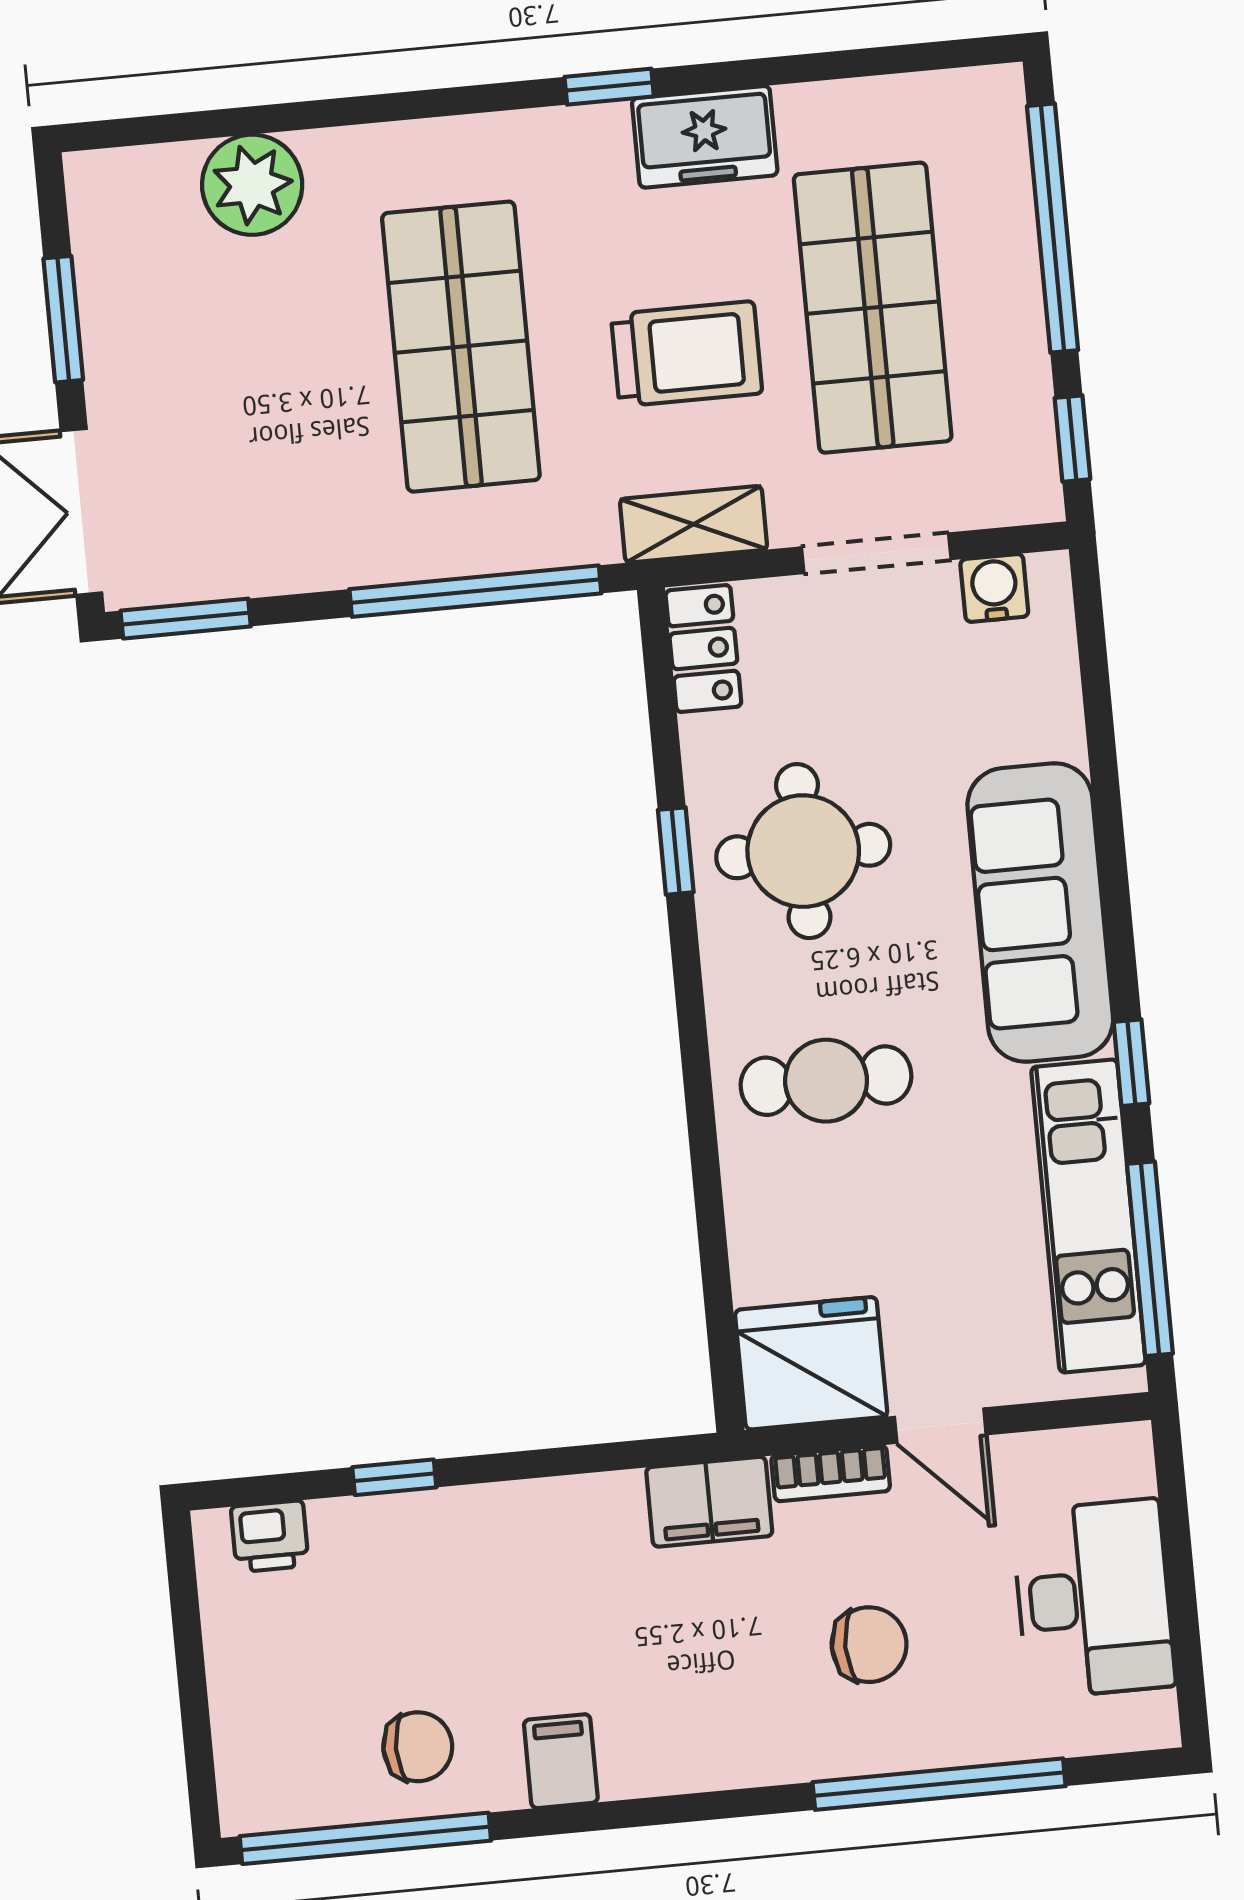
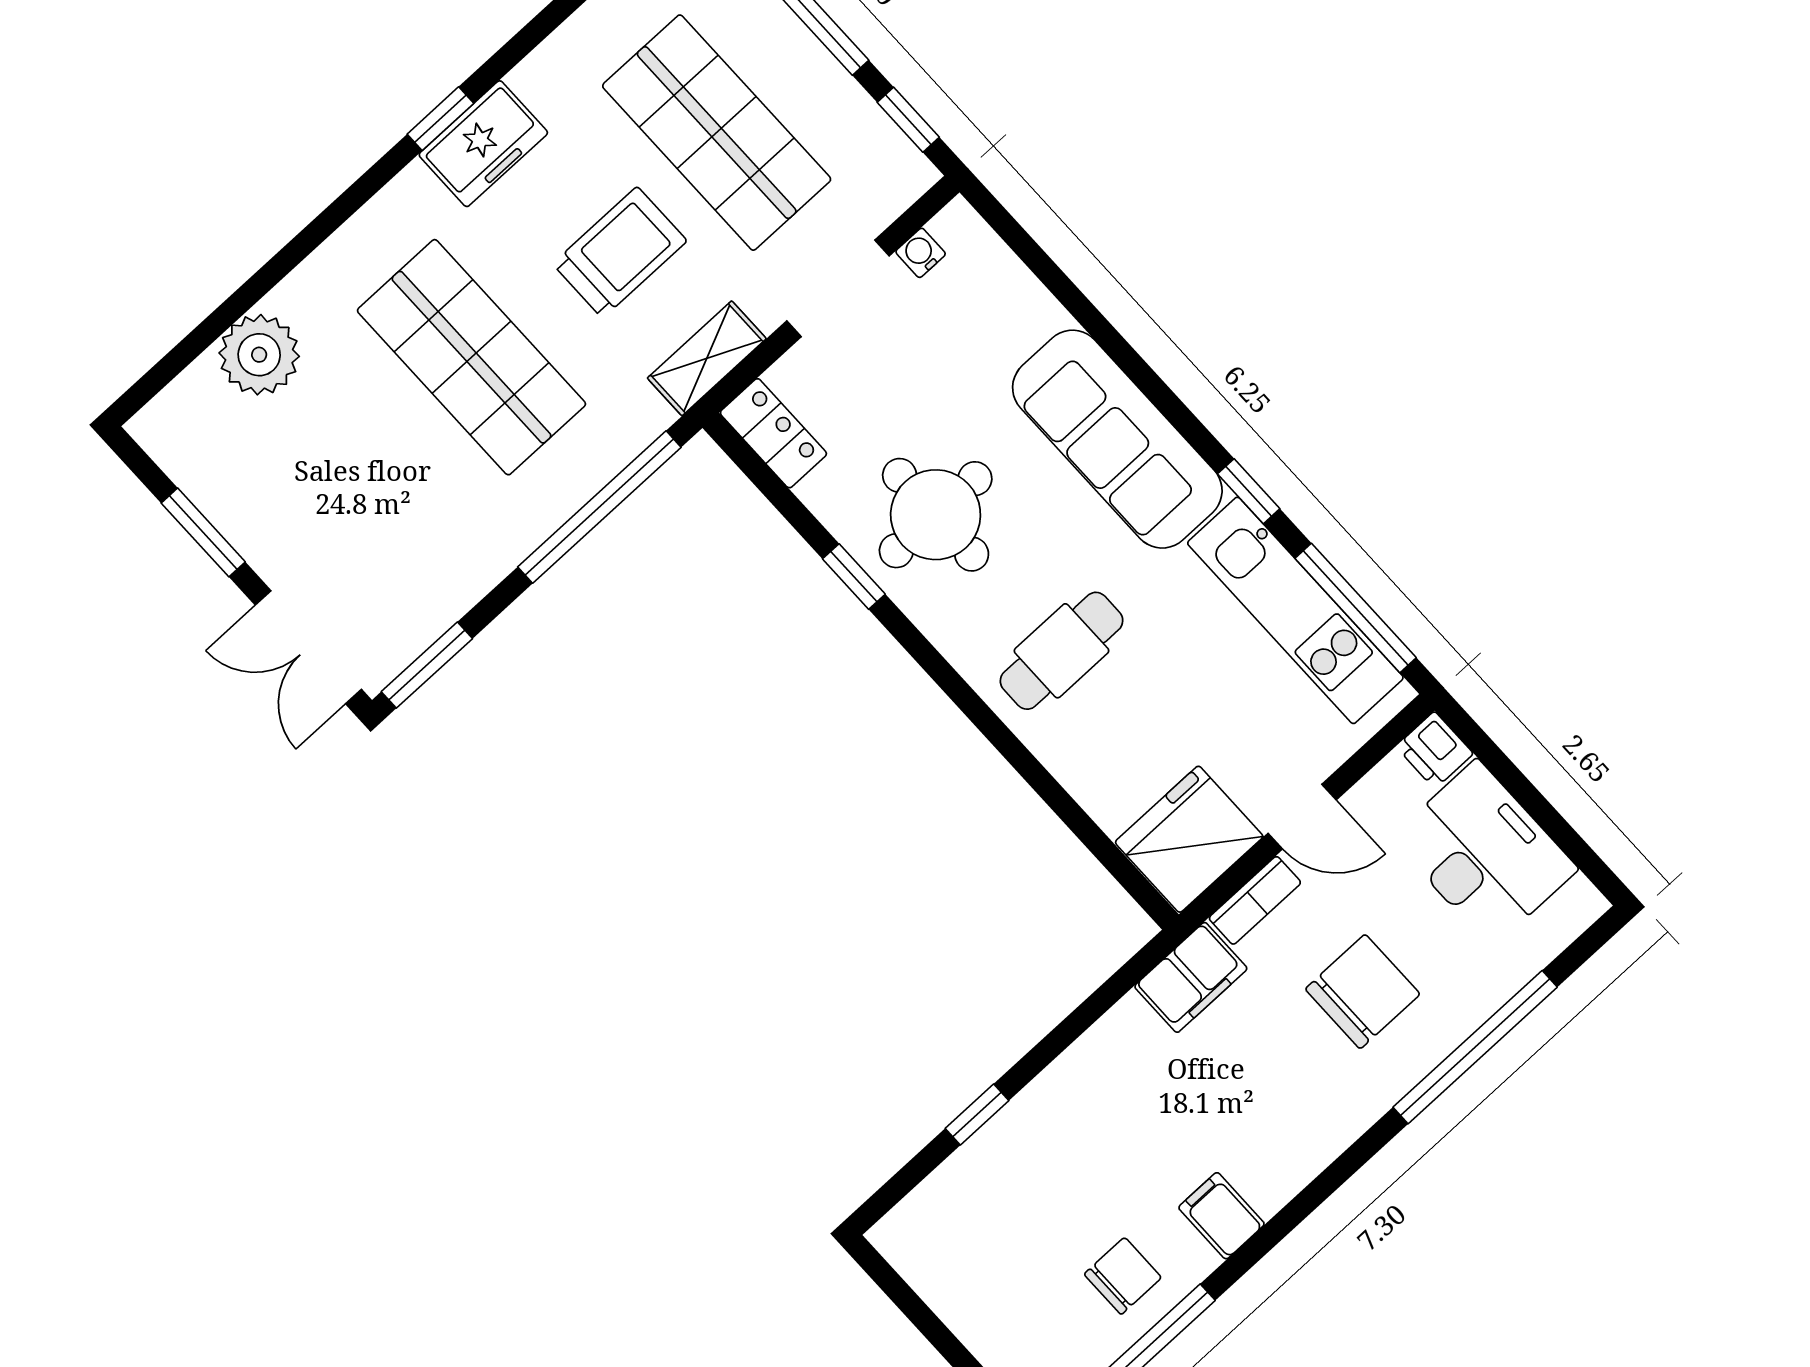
freezer: (705, 137) -> (483, 144), moved
water cooler: (994, 588) -> (921, 253), width x0.72, depth x0.72
printer: (270, 1536) -> (1435, 750), moved, turned 90
chair: (869, 1645) -> (1363, 992), width x1.37, depth x1.37

